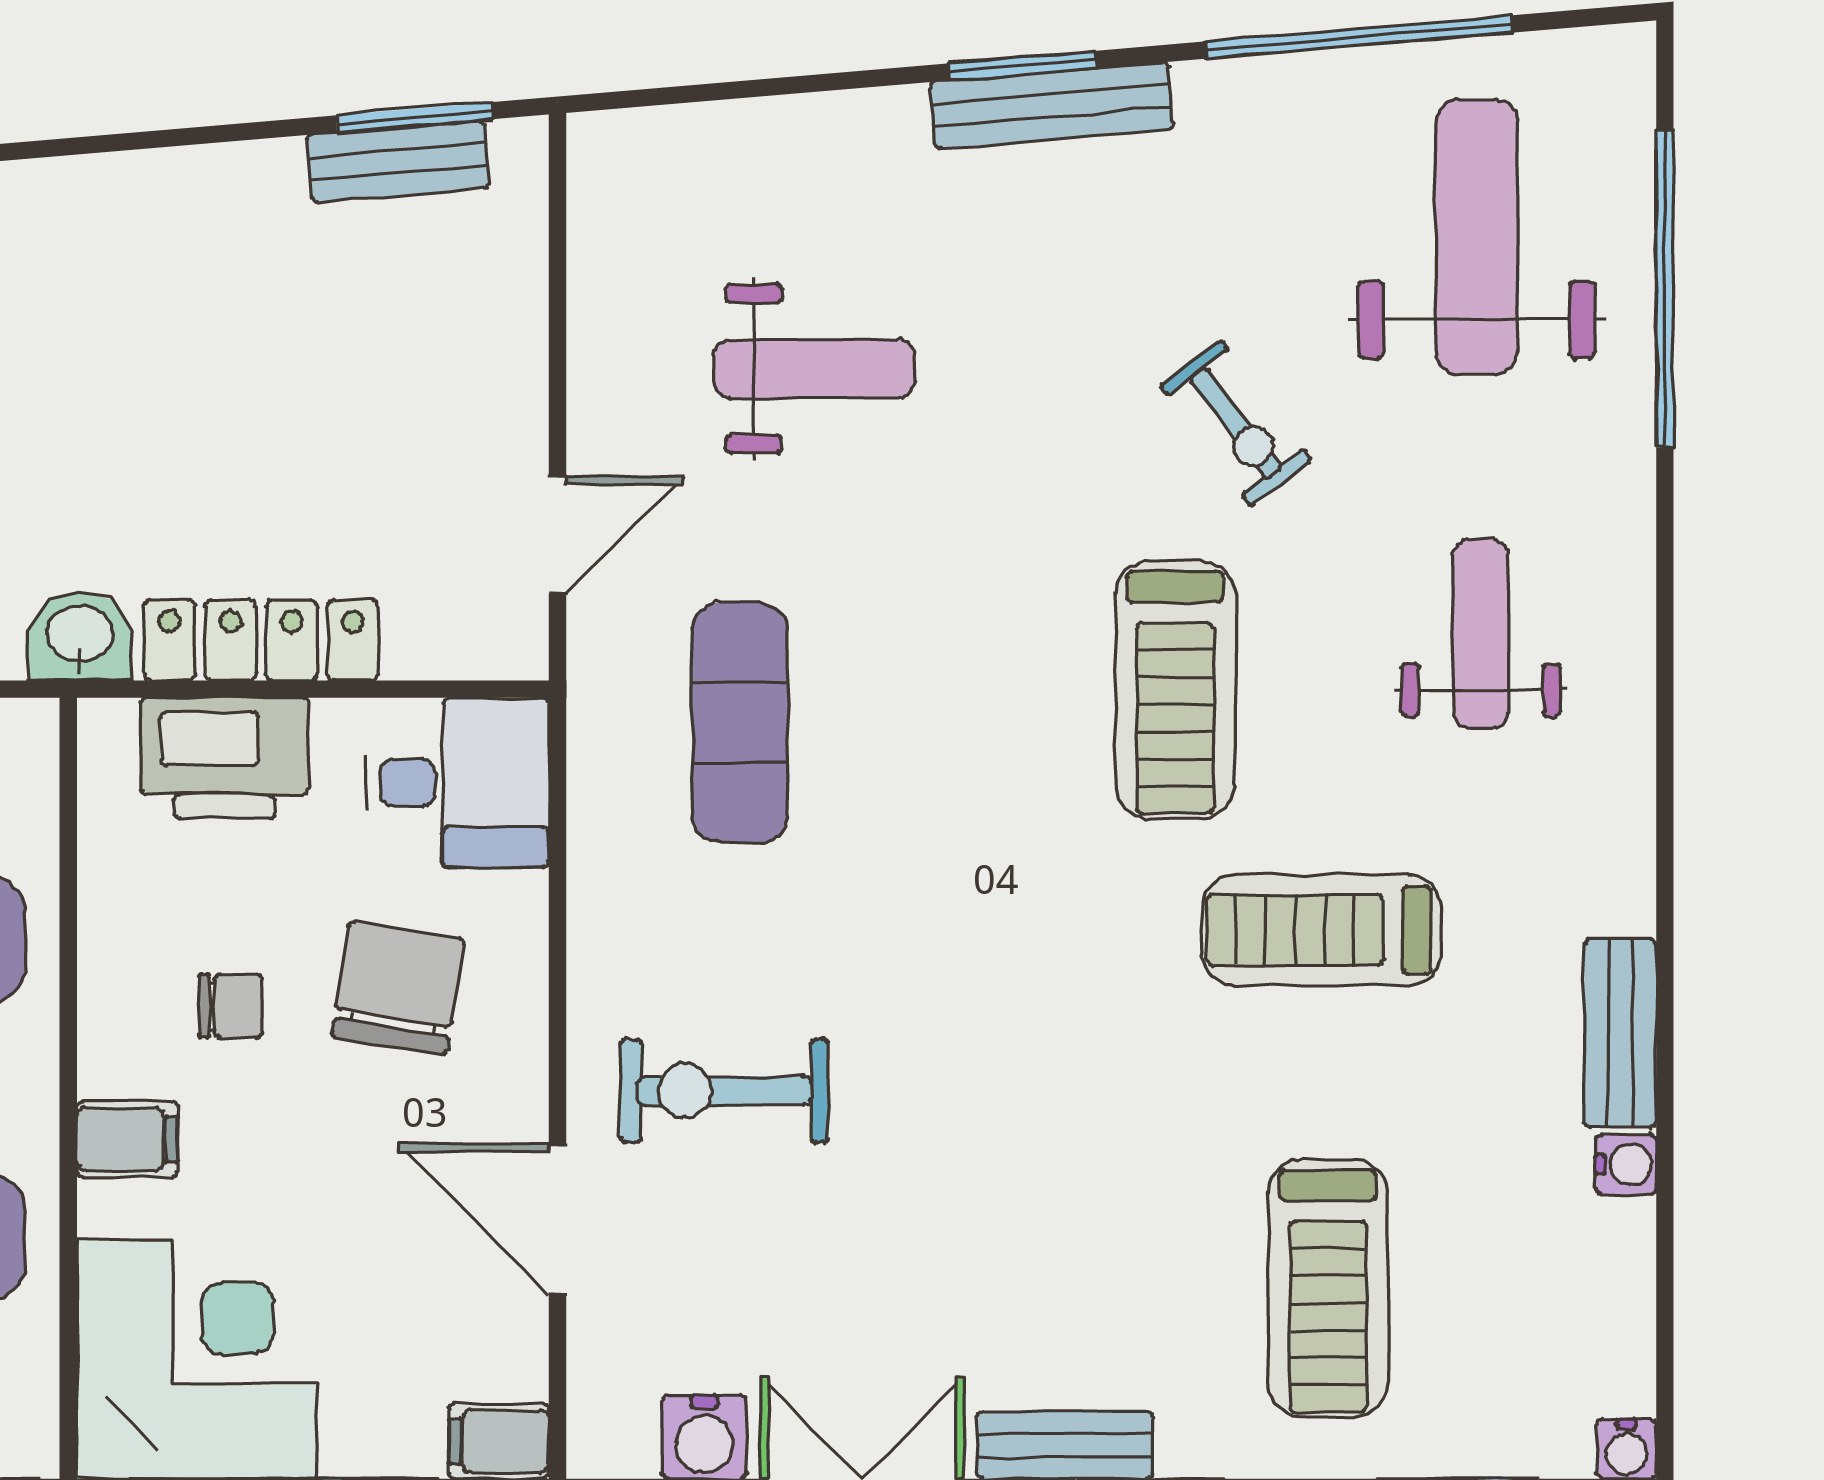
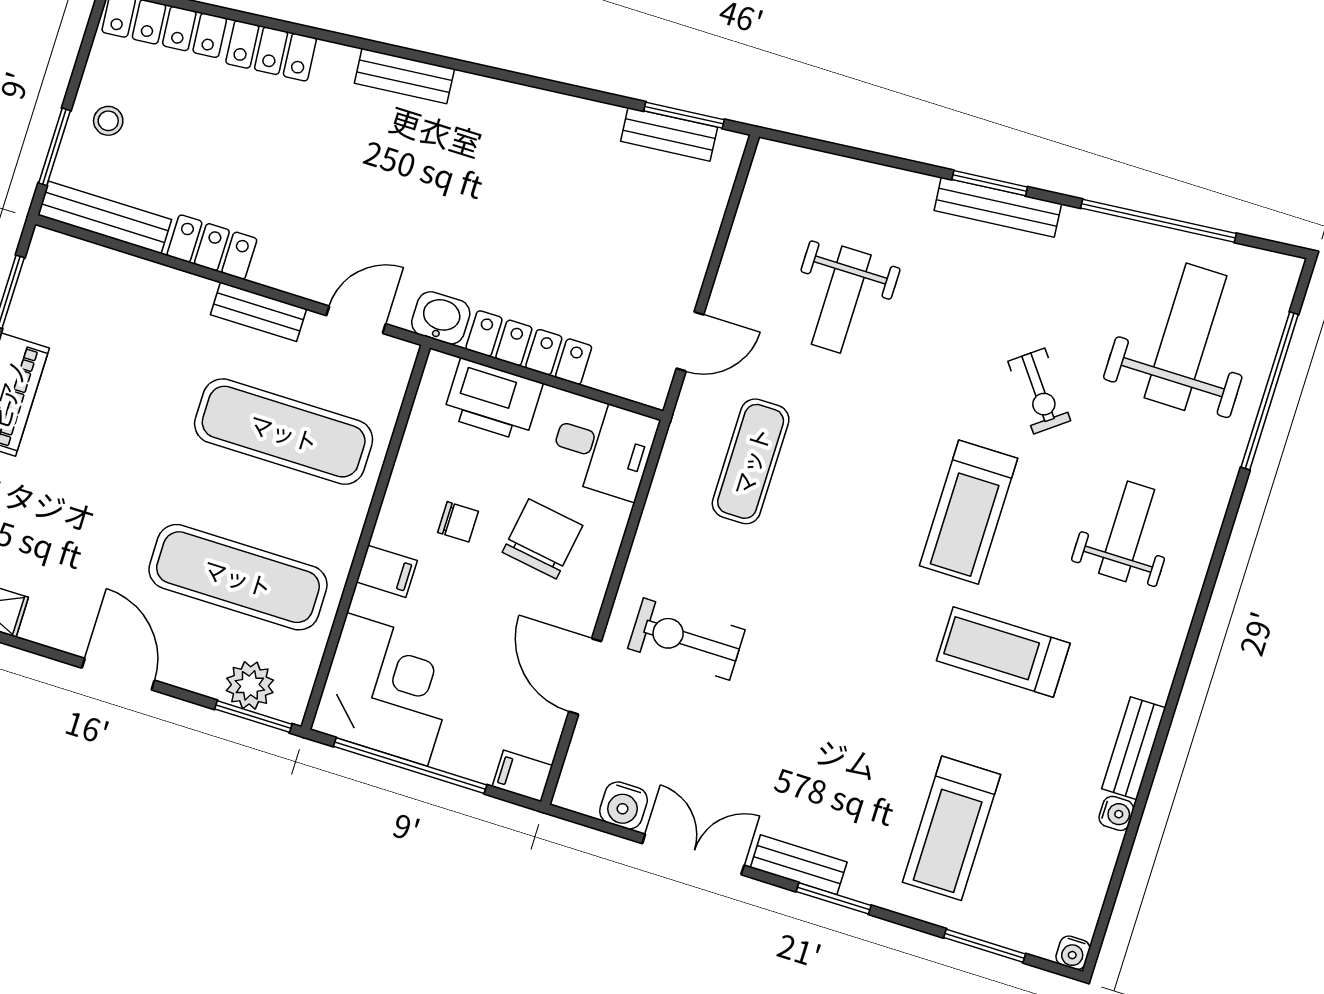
weight bench: (814, 369) -> (841, 300), turned 90

